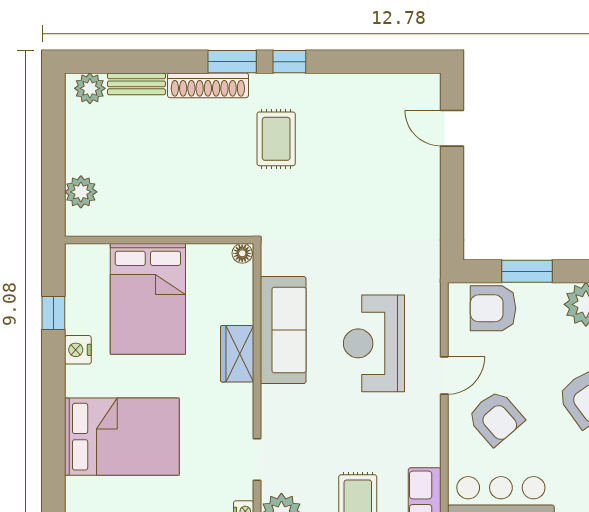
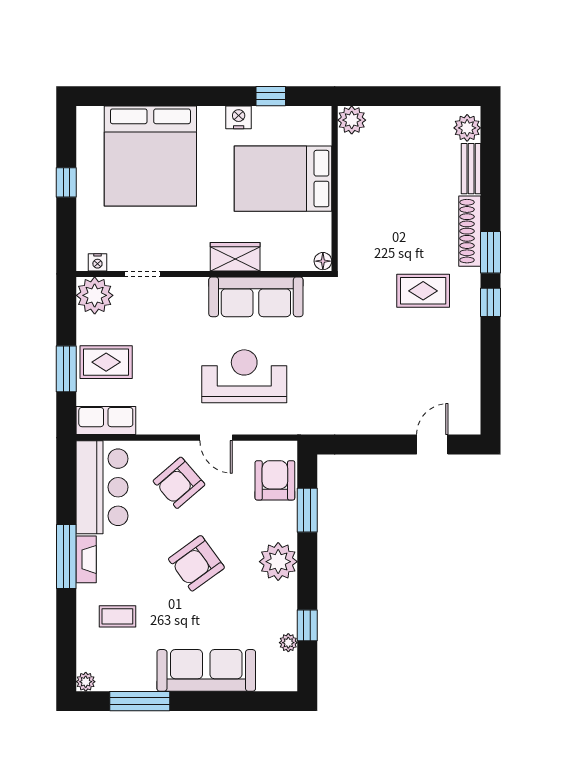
plant: (81, 192) -> (352, 120), moved
bed: (122, 437) -> (150, 156), width x1.36

